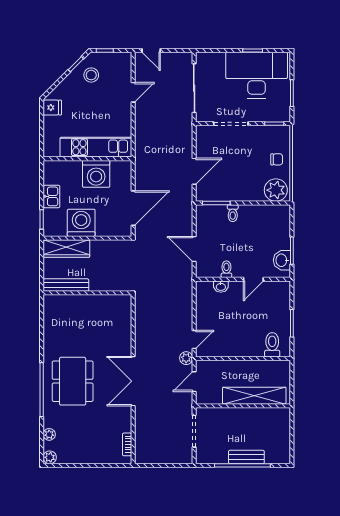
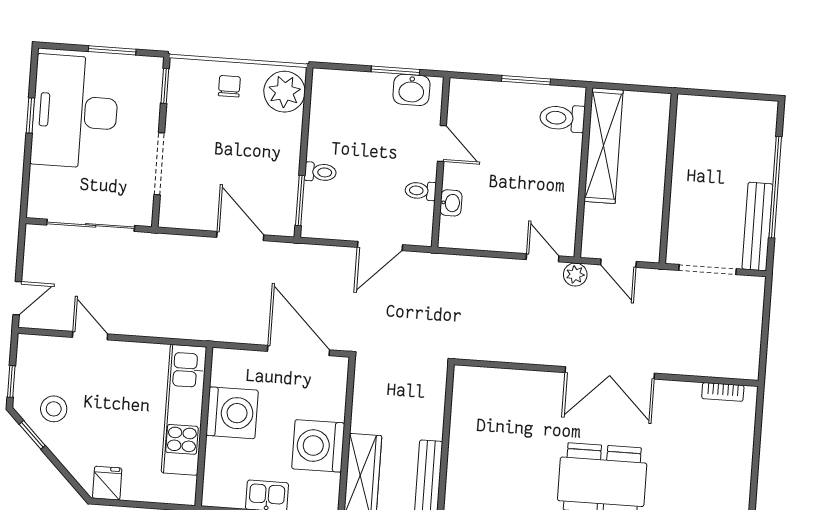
shelving: (254, 396) -> (604, 146), moved
bench: (246, 457) -> (757, 226), moved, width x1.36

